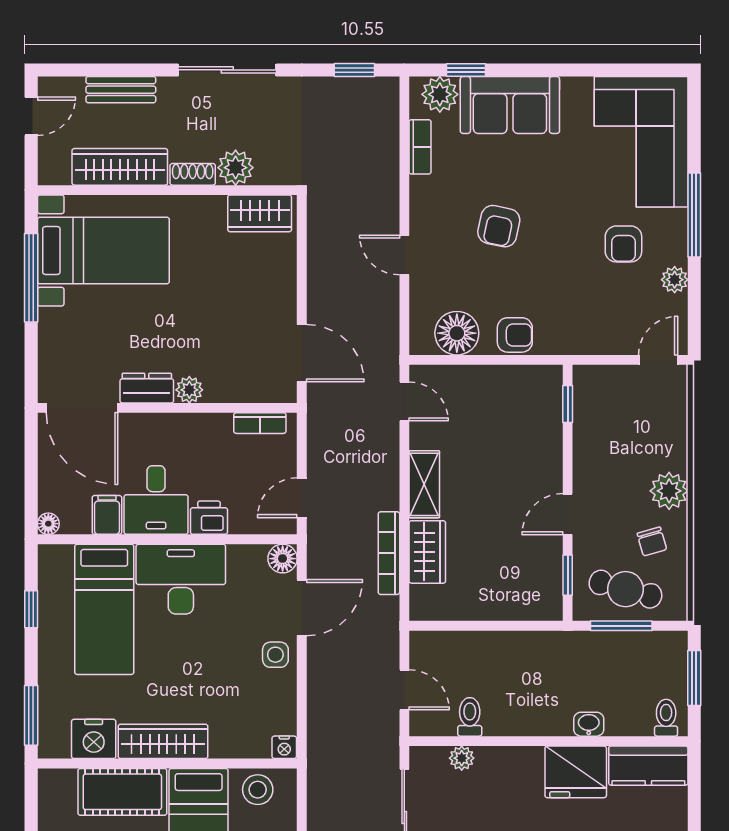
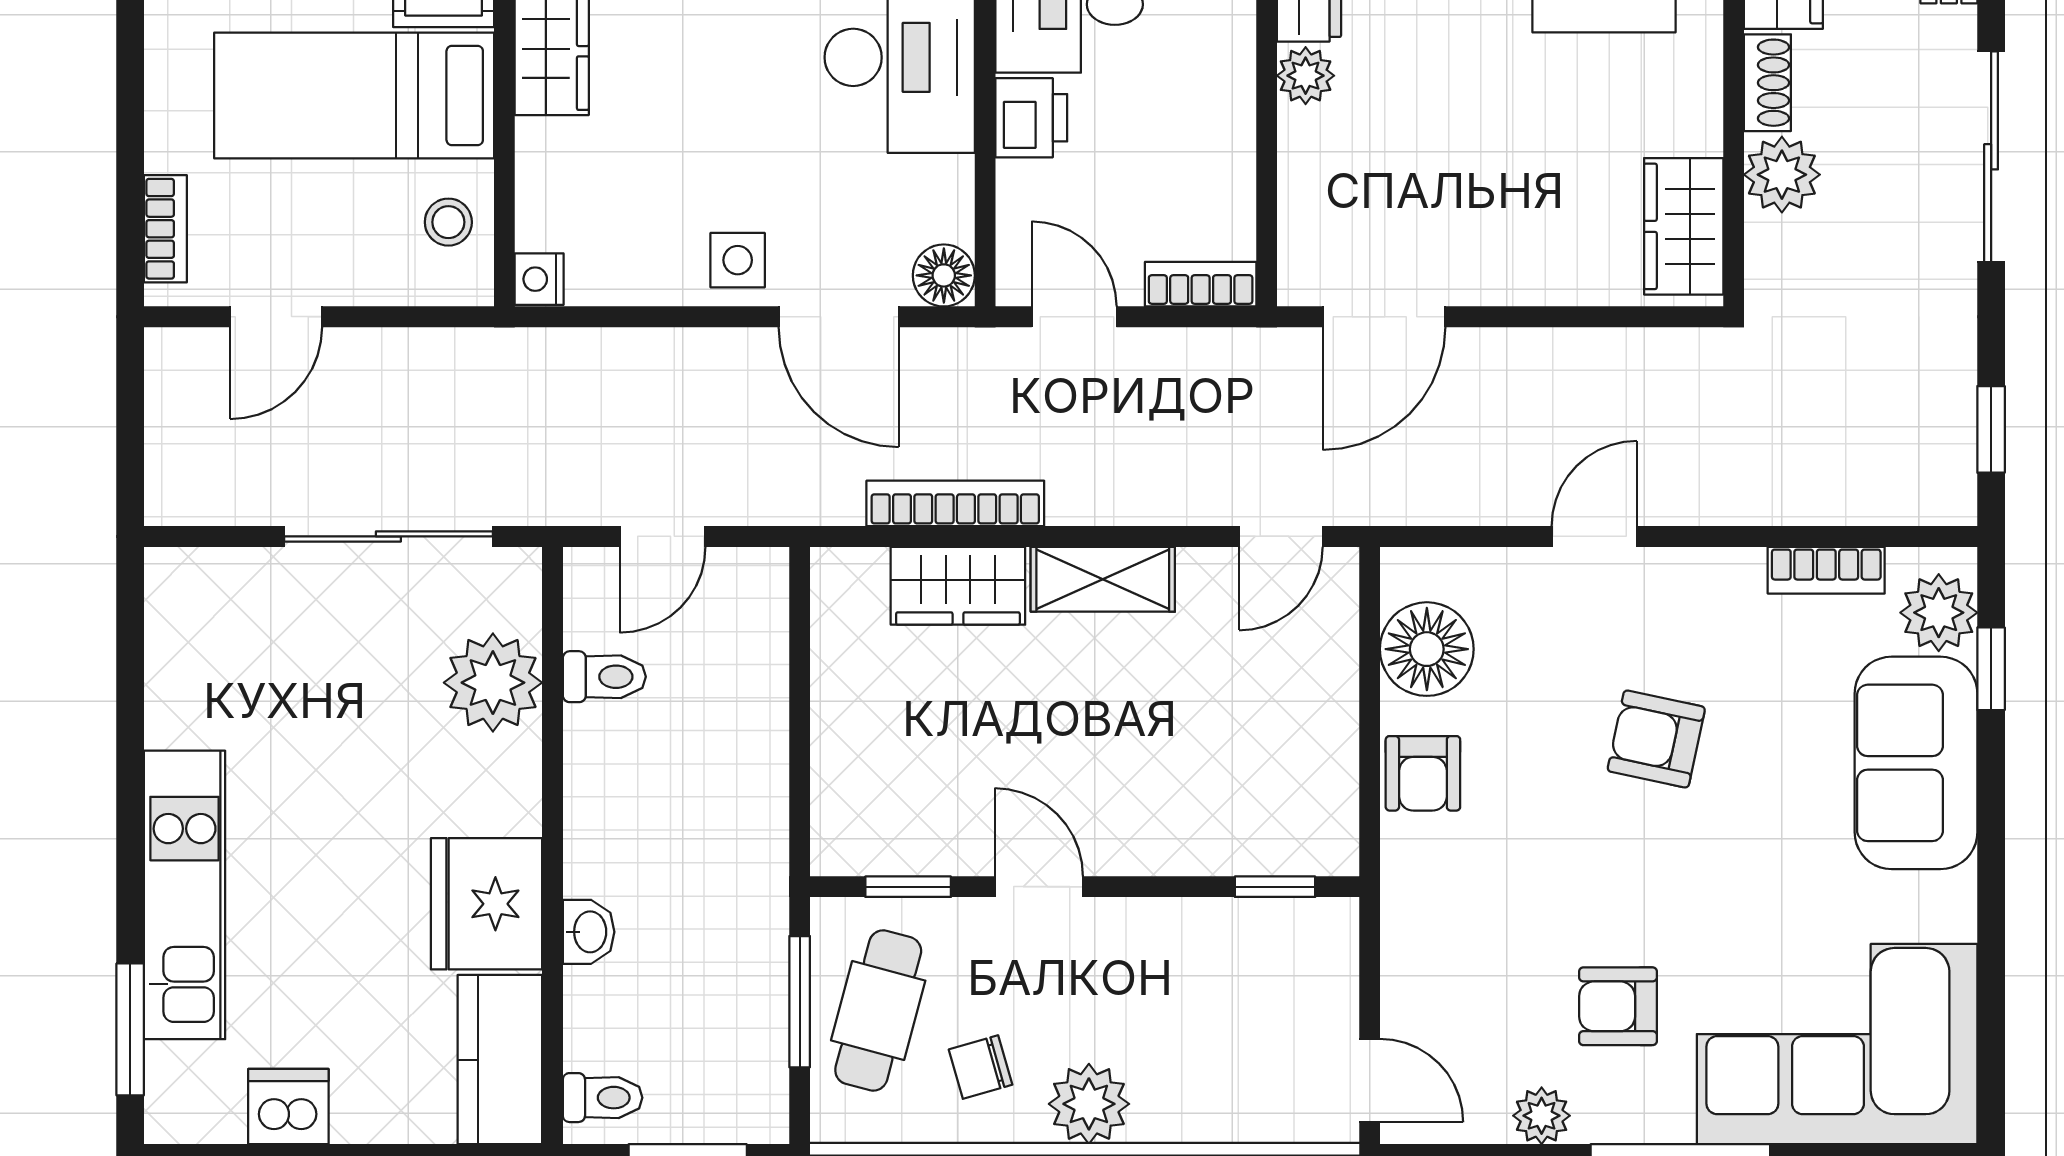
bookcase: (260, 423) -> (1201, 284), moved, turned 90
plant: (462, 758) -> (493, 683), width x1.88, depth x1.88
stool: (258, 790) -> (448, 222), width x0.73, depth x0.73

